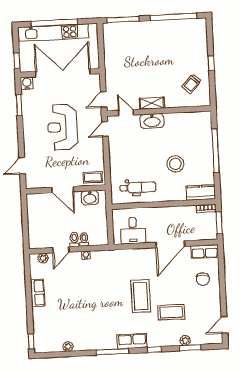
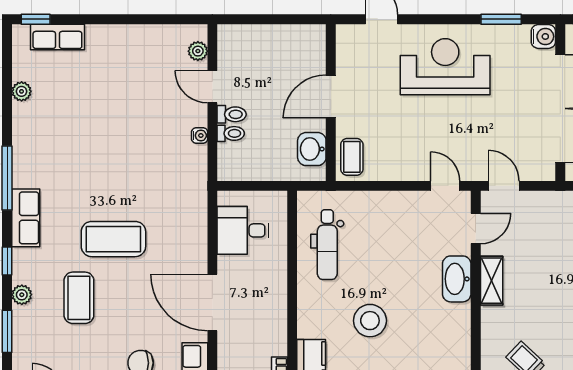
reception desk: (63, 127) -> (445, 67), moved
row of seats: (38, 293) -> (57, 37), moved
plant: (185, 340) -> (22, 295), moved

